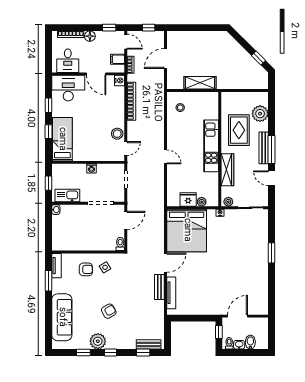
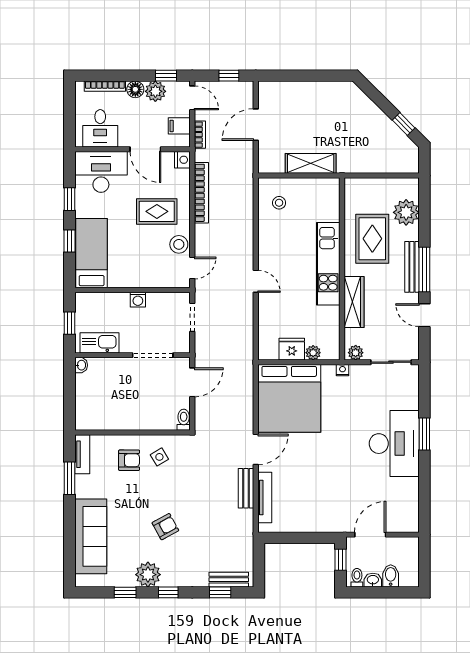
plant: (102, 37) -> (155, 91), added
rug: (103, 113) -> (157, 211), added
desk: (253, 259) -> (394, 444), added

